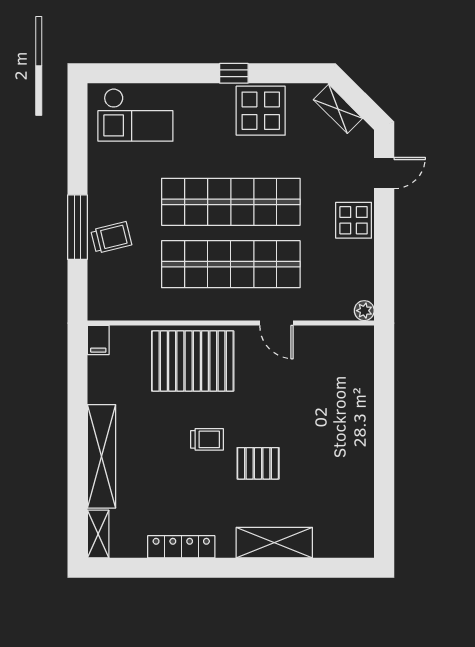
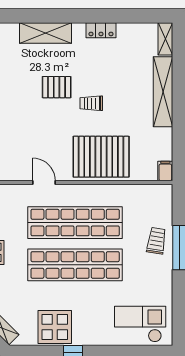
trolley: (111, 237) -> (156, 241), turned 113
locker: (181, 547) -> (101, 30), width x0.66

